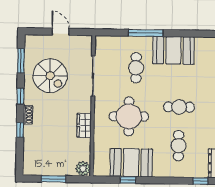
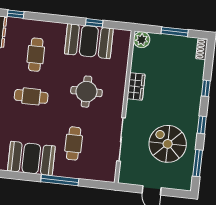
shoe rack: (28, 115) -> (202, 49), moved
round table: (129, 116) -> (86, 92), width x0.73, depth x0.73

